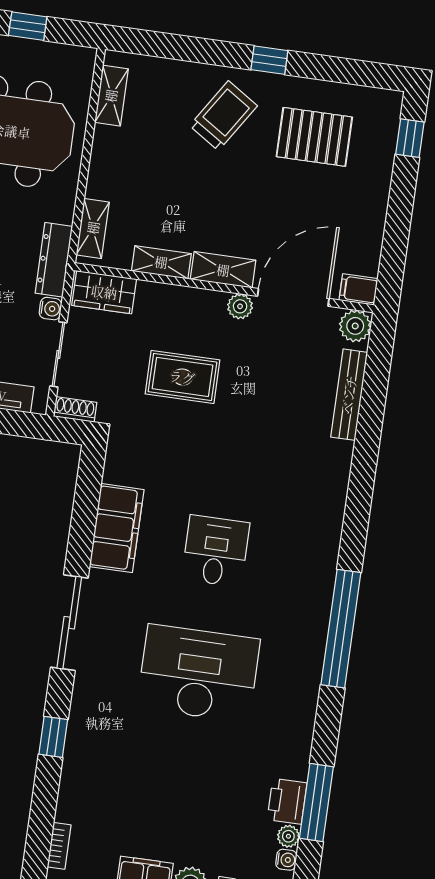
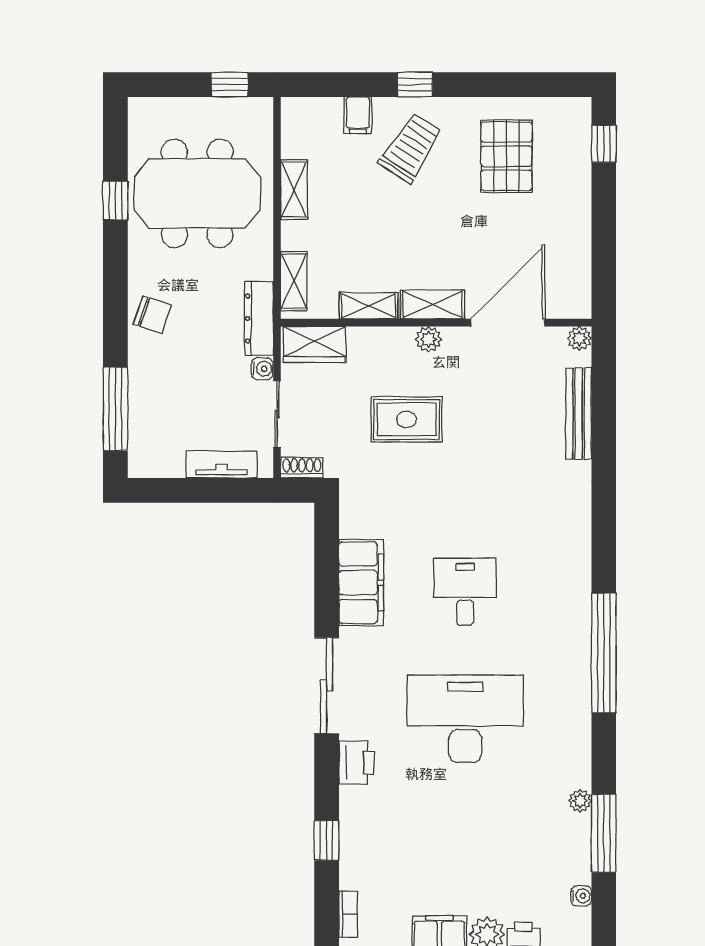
window: (28, 26) -> (230, 85), moved
window: (269, 60) -> (415, 85), moved
shelving: (111, 96) -> (294, 189), moved
pallet: (314, 137) -> (506, 156), turned 90
filing cabinet: (358, 289) -> (358, 115), moved, turned -90
plant: (240, 306) -> (429, 339), moved
plant: (355, 326) -> (579, 338), width x0.73, depth x0.73
window: (53, 737) -> (327, 840), moved
printer: (287, 801) -> (357, 763), moved, turned 180
plant: (288, 836) -> (580, 801), moved

